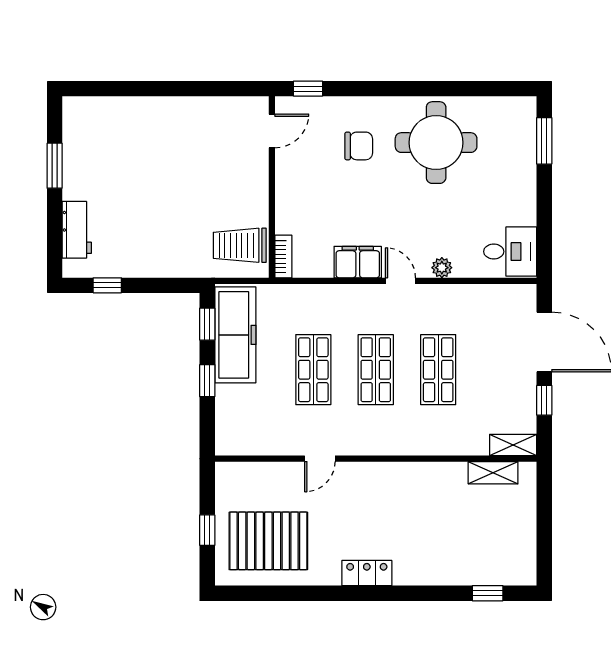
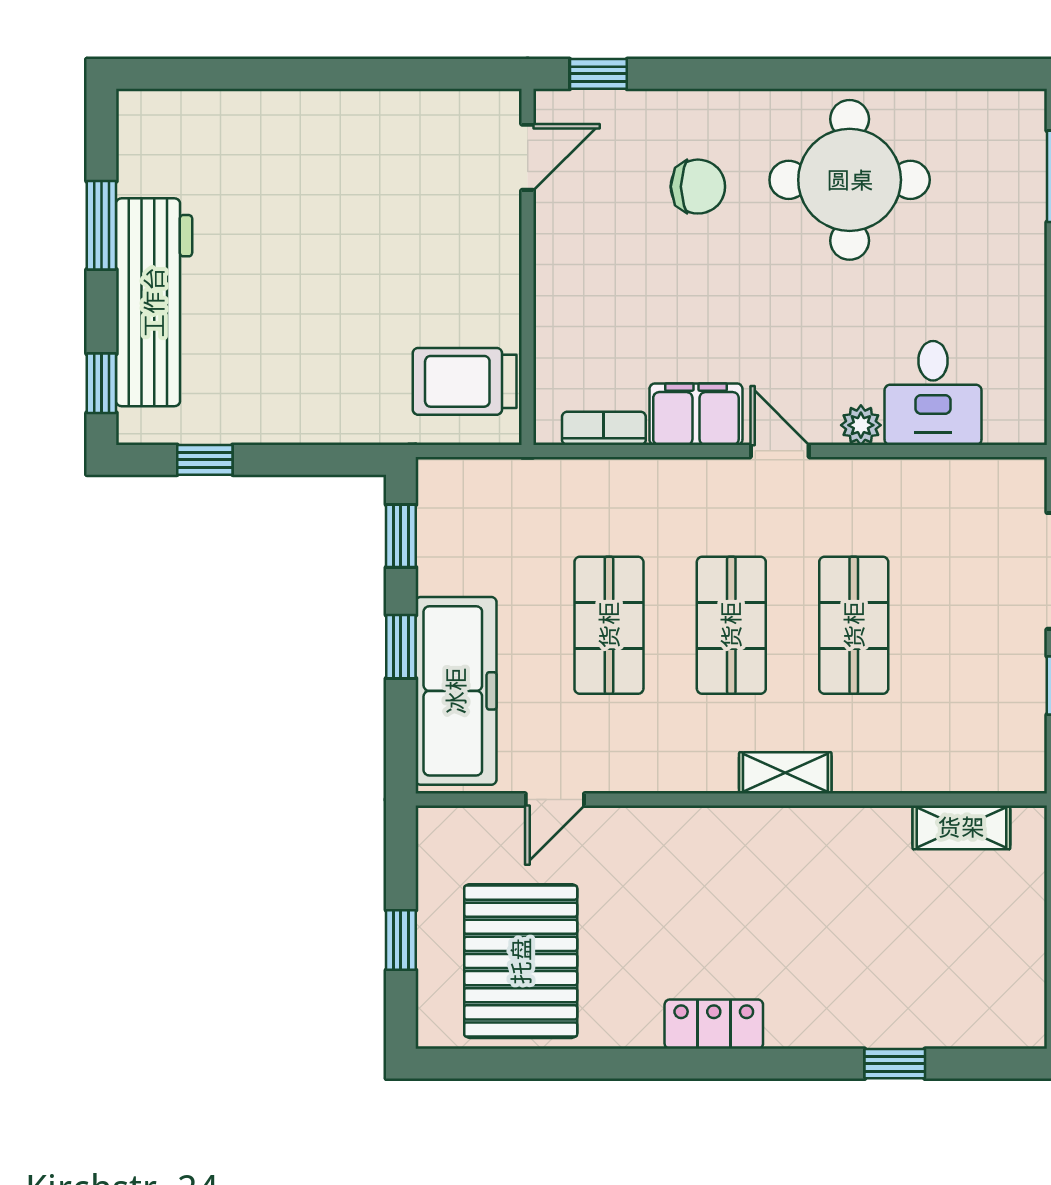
workbench: (77, 230) -> (154, 302), width x1.88, depth x1.32
window: (55, 246) -> (101, 383), added
desk: (510, 252) -> (933, 393), moved, turned 90
bookcase: (283, 256) -> (604, 428), moved, turned -90
freezer: (235, 335) -> (456, 691), moved
shelving: (513, 445) -> (785, 773), moved
door: (320, 459) -> (555, 800), moved
pallet: (268, 541) -> (521, 961), turned 90
window: (488, 593) -> (895, 1064), moved

